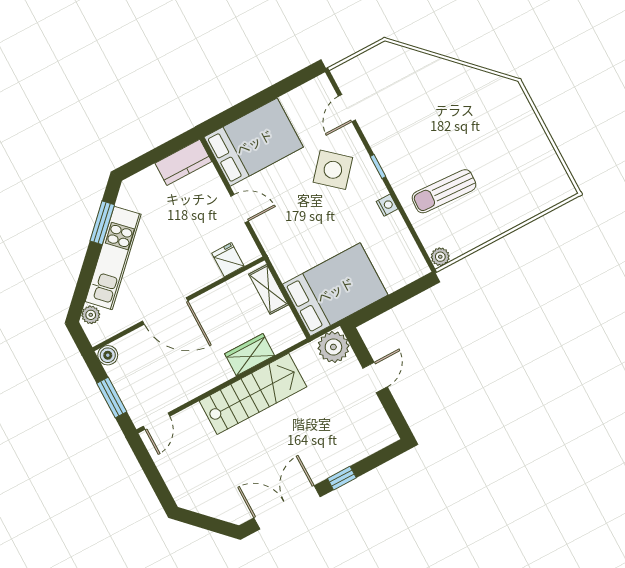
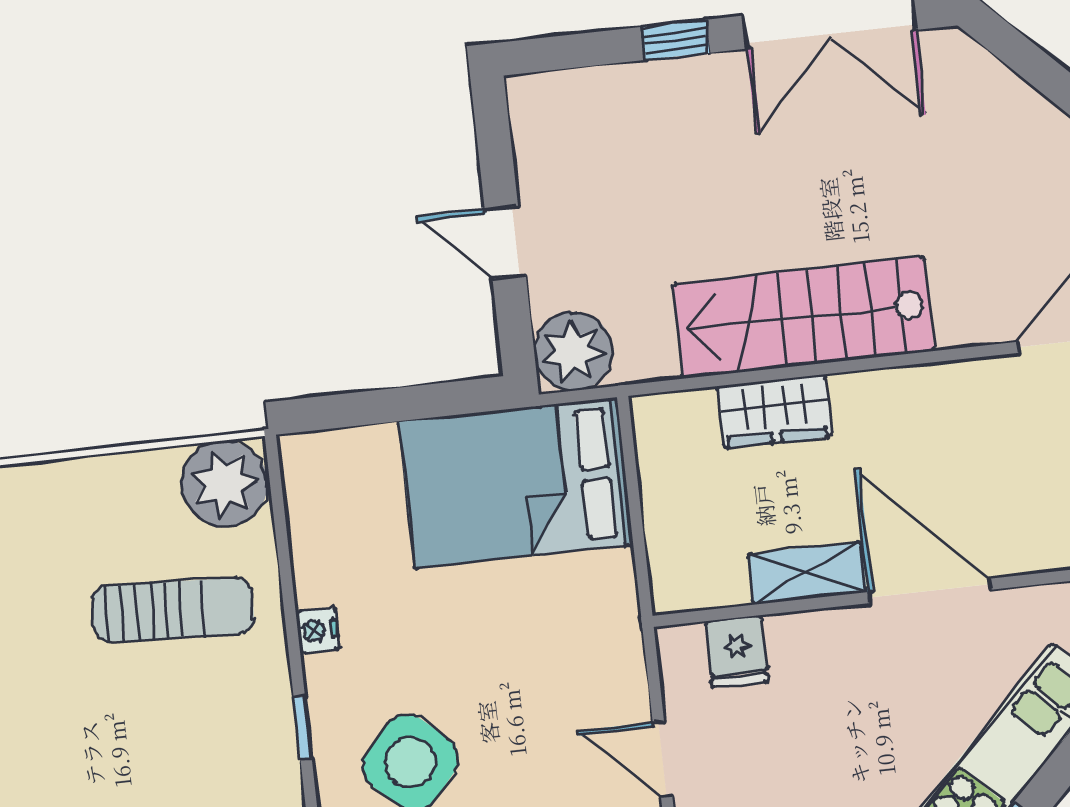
plant: (440, 257) -> (224, 484), width x1.88, depth x1.88
shelving: (269, 289) -> (807, 573), moved, turned 90
door: (375, 377) -> (505, 242), hinge flipped

